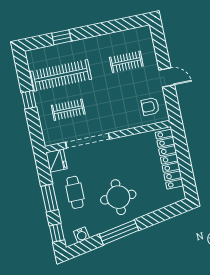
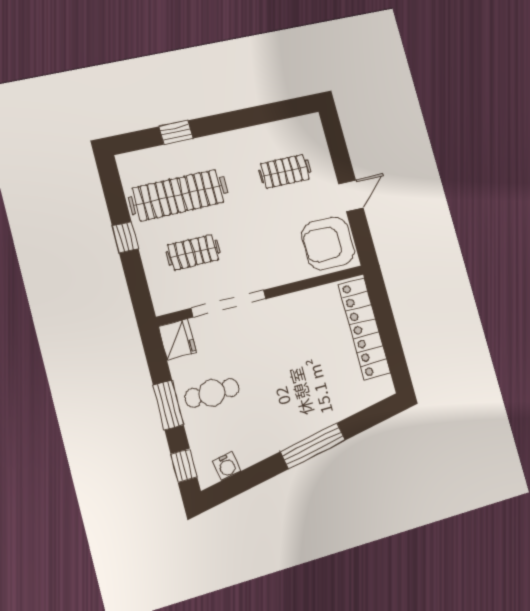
door: (167, 77) -> (351, 196), hinge flipped
armchair: (150, 106) -> (328, 243), width x1.88, depth x1.88
cafe table: (75, 192) -> (212, 393), turned 90
round table: (118, 197) -> (285, 397), removed
window: (119, 232) -> (313, 446), moved

